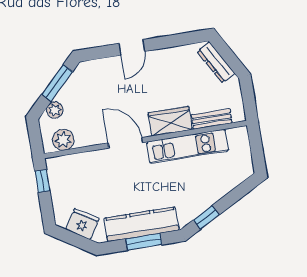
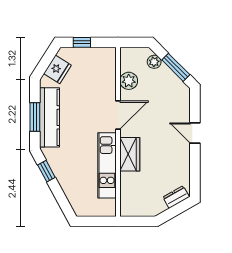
dresser: (216, 62) -> (176, 197), width x0.70
bench: (212, 119) -> (126, 189), removed
plant: (63, 140) -> (129, 81), moved
window: (42, 181) -> (82, 42), moved

